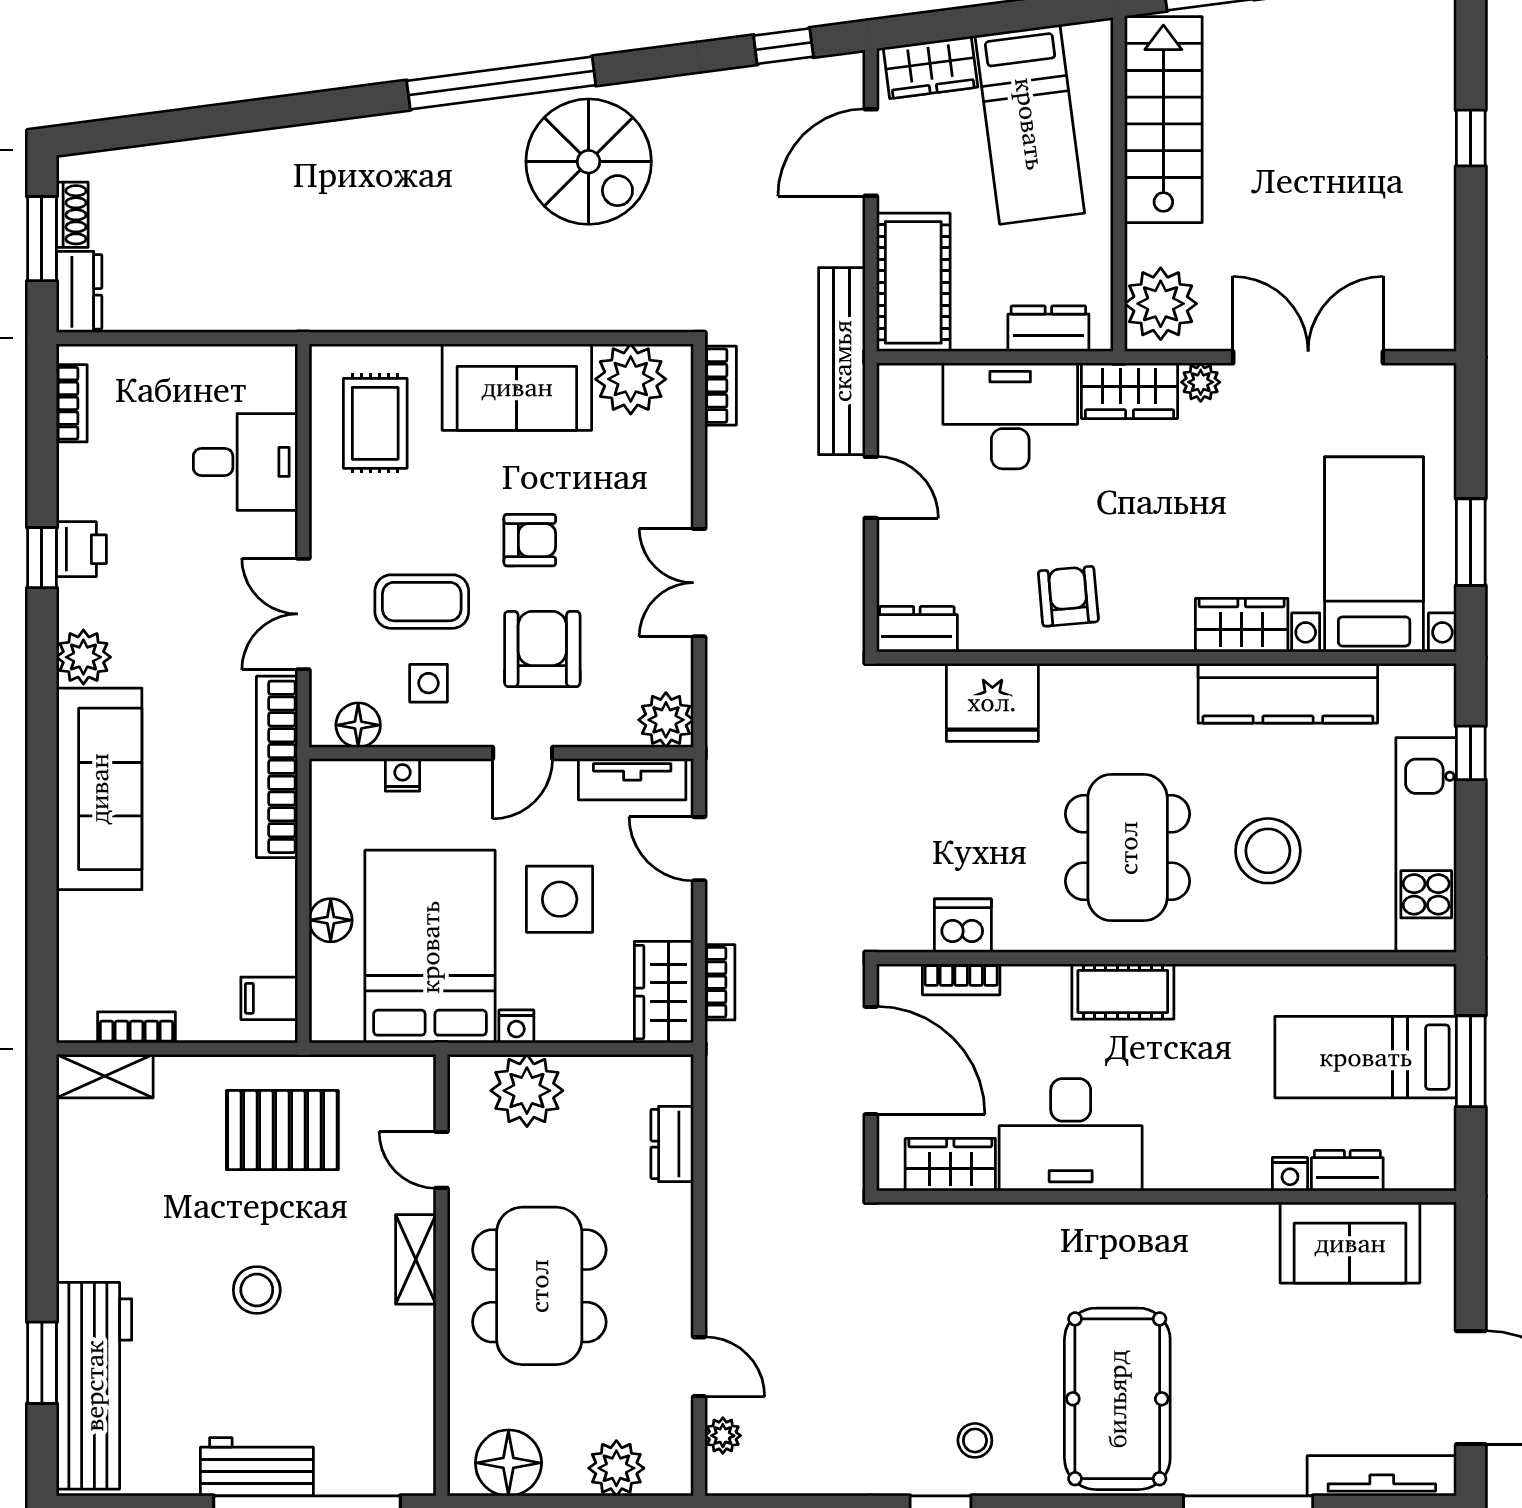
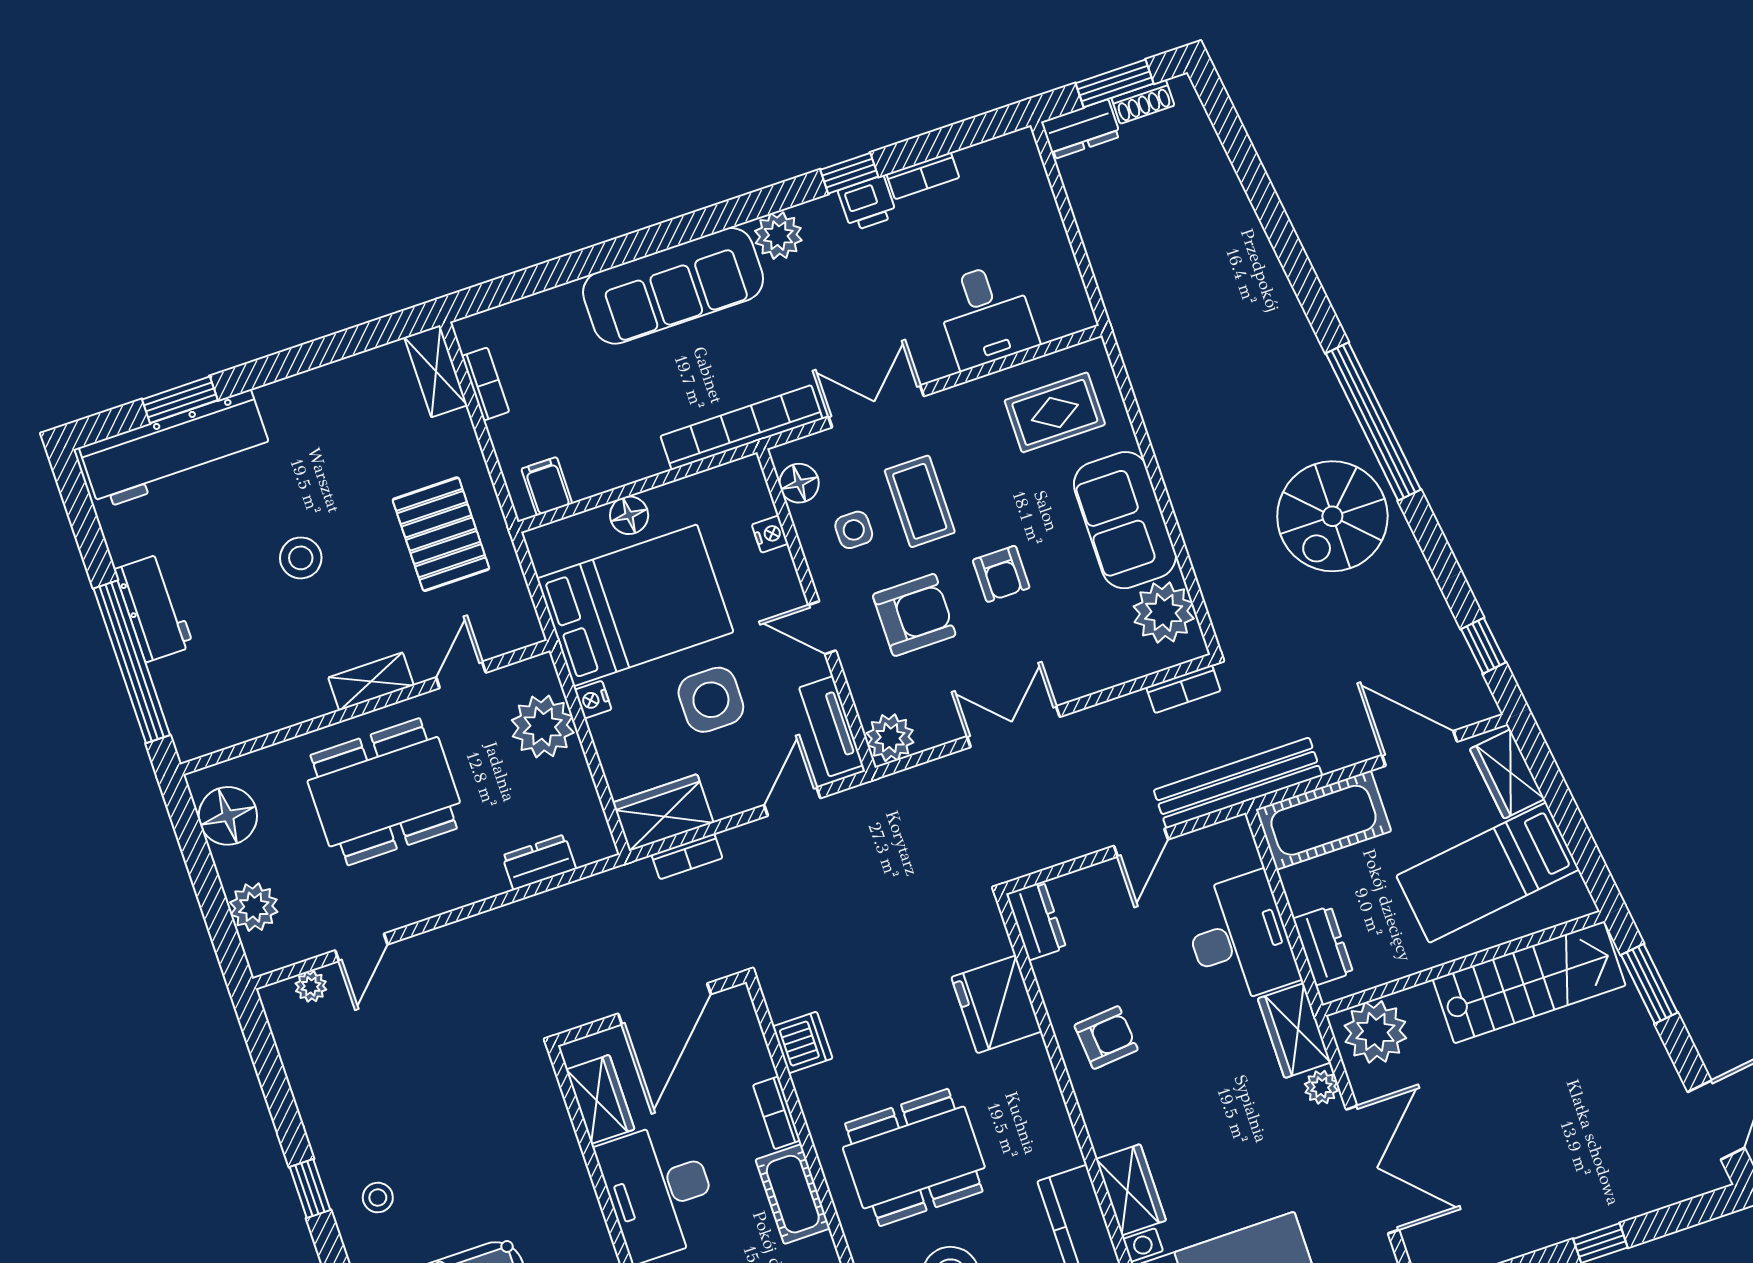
bookcase: (72, 403) -> (923, 176), moved
bookcase: (961, 979) -> (777, 1113), moved

